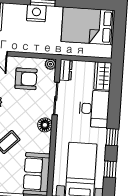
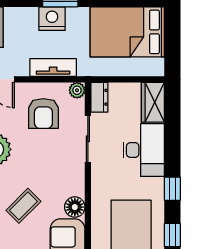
tv unit: (35, 47) -> (53, 67), added
armchair: (26, 79) -> (43, 113), turned 90
floor lamp: (45, 125) -> (75, 207), moved

